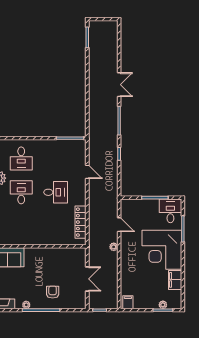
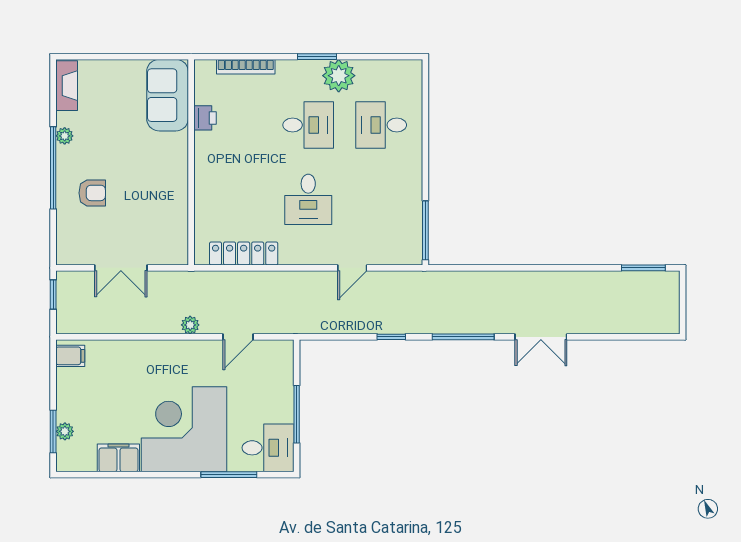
printer: (18, 240) -> (205, 118), added

